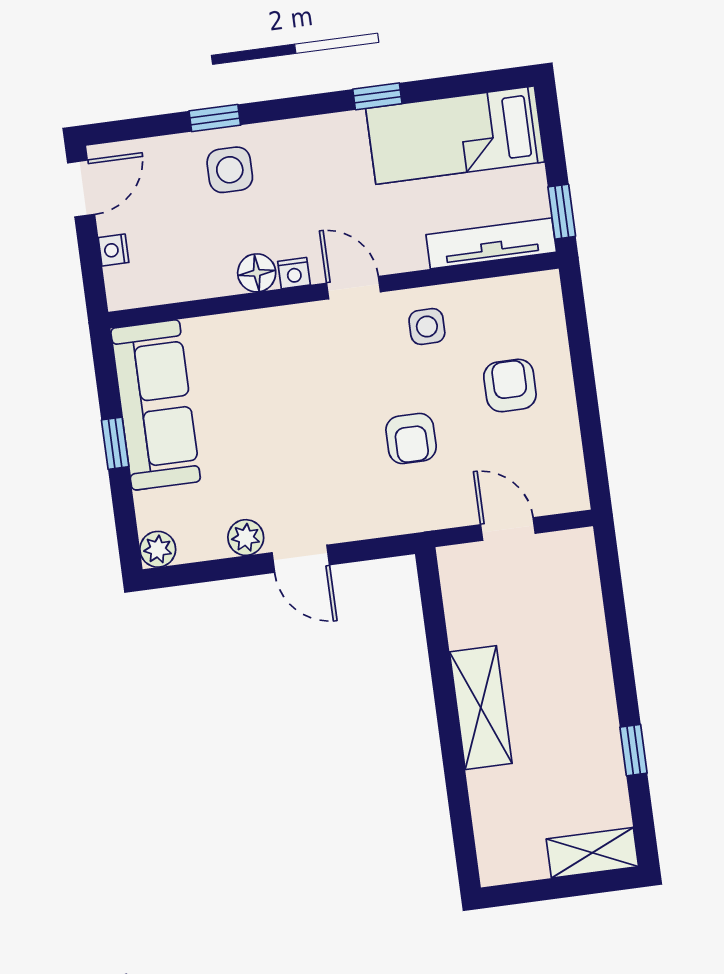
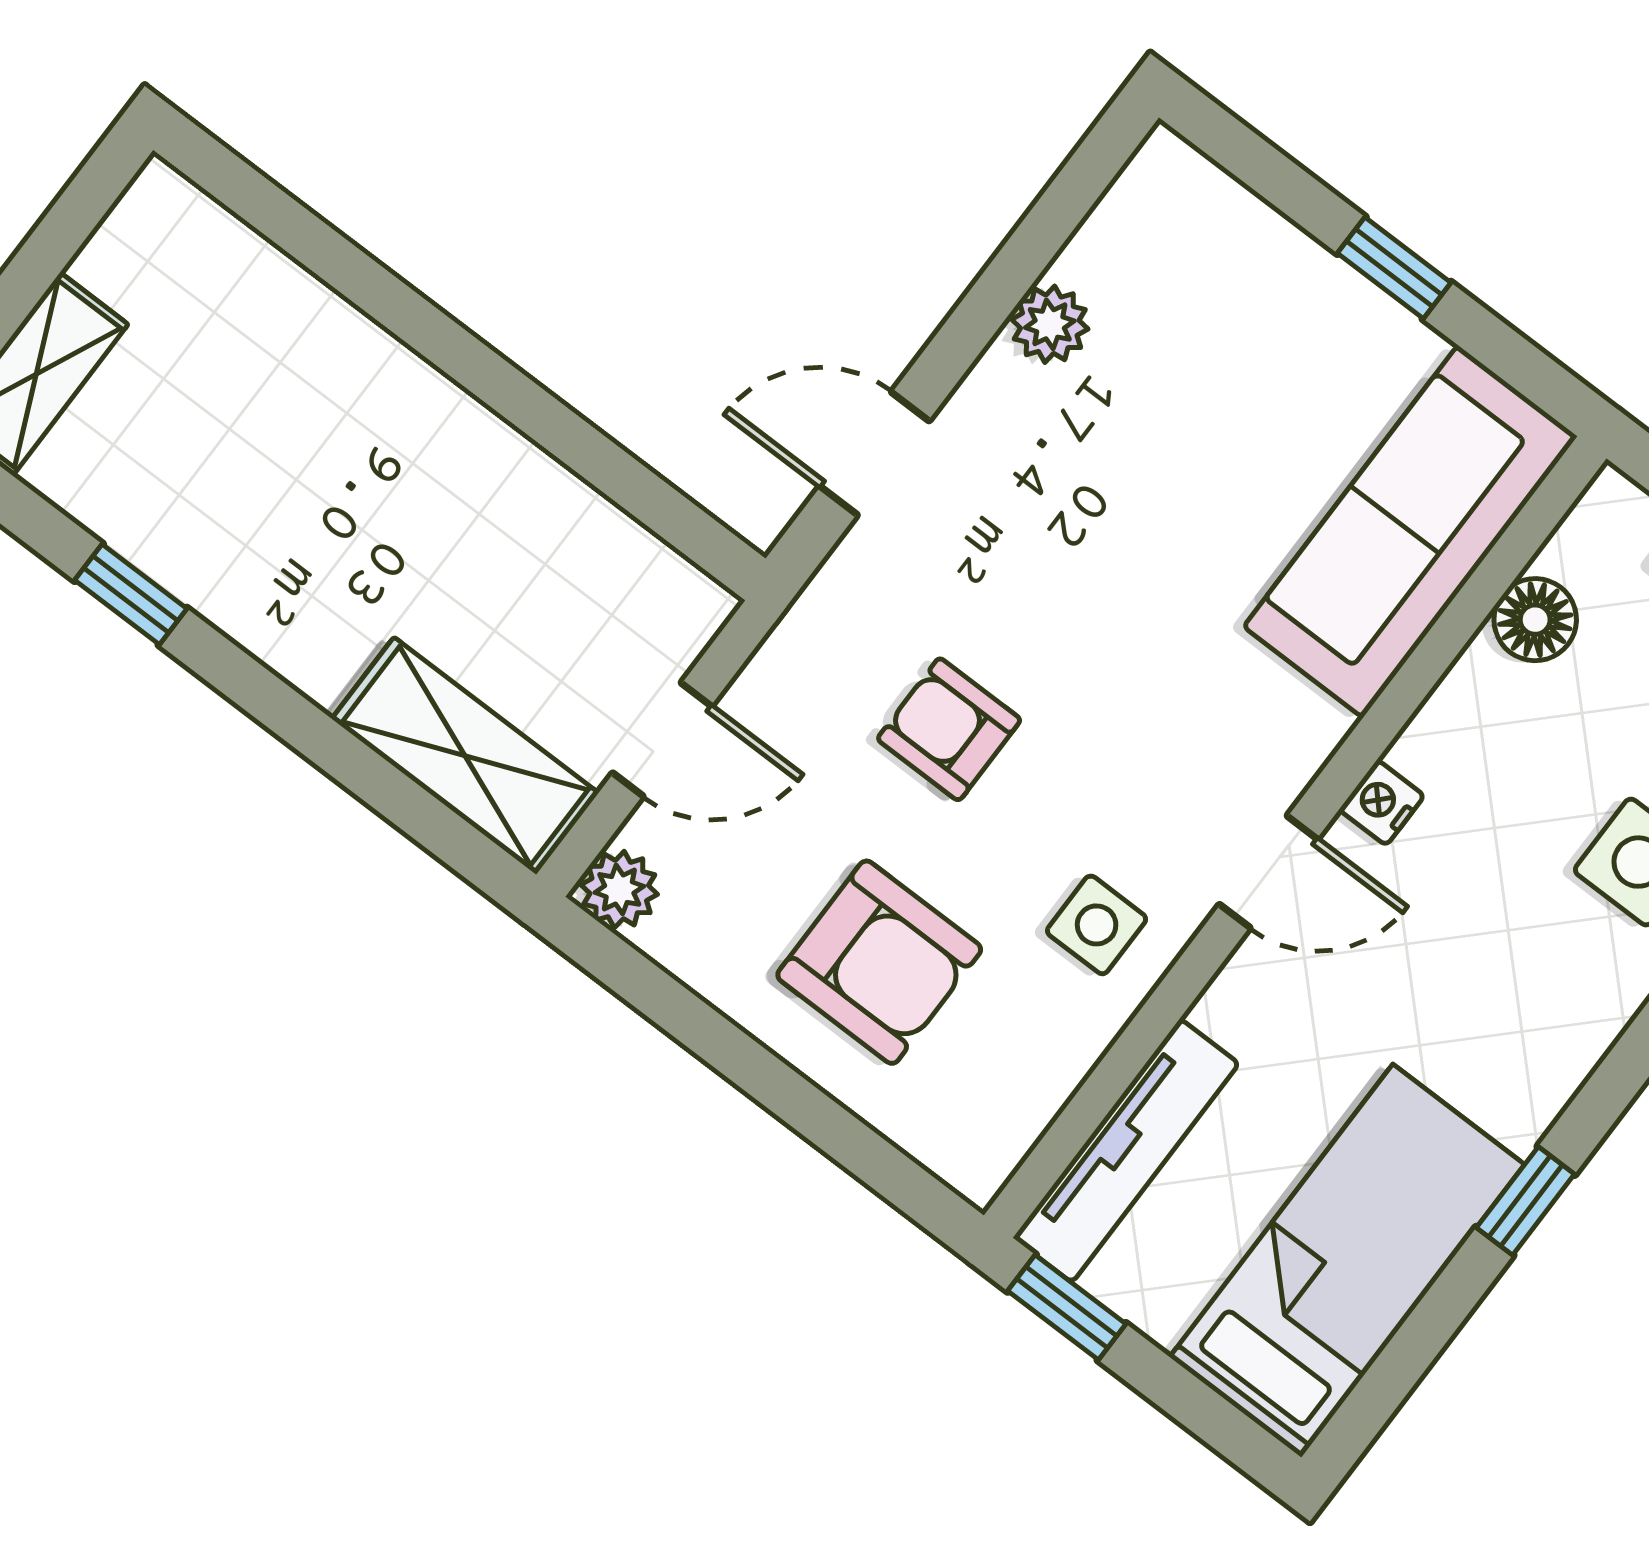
floor lamp: (257, 273) -> (1535, 620), moved
armchair: (510, 385) -> (879, 962), width x1.38, depth x1.38
sofa: (156, 405) -> (1410, 531), moved, turned 90
plant: (158, 549) -> (619, 889), moved
door: (301, 559) -> (874, 454), moved
shelving: (481, 708) -> (465, 756), moved

